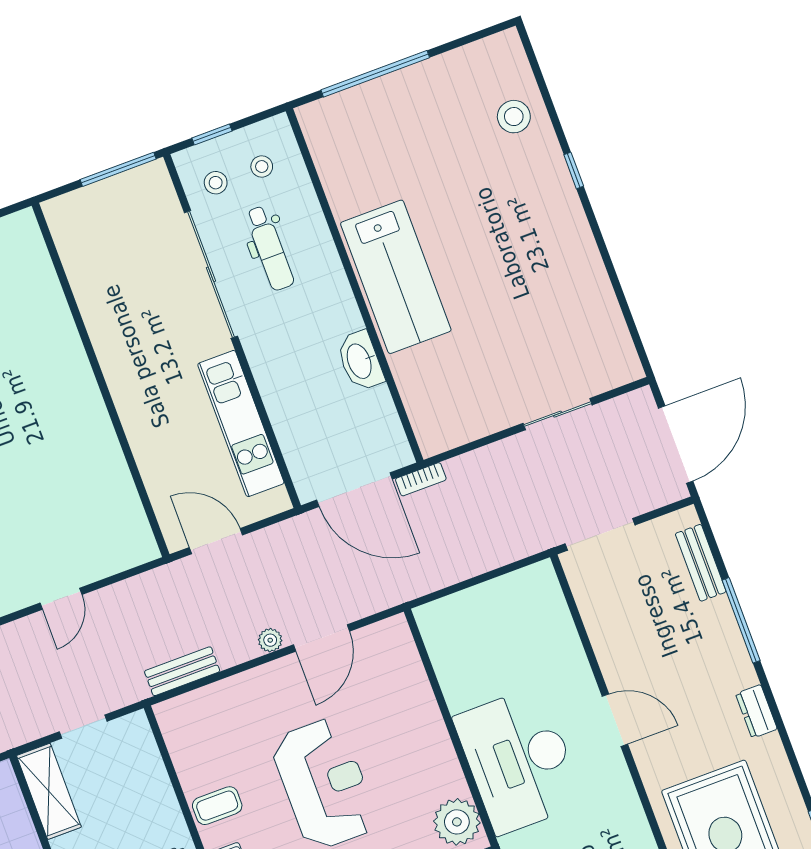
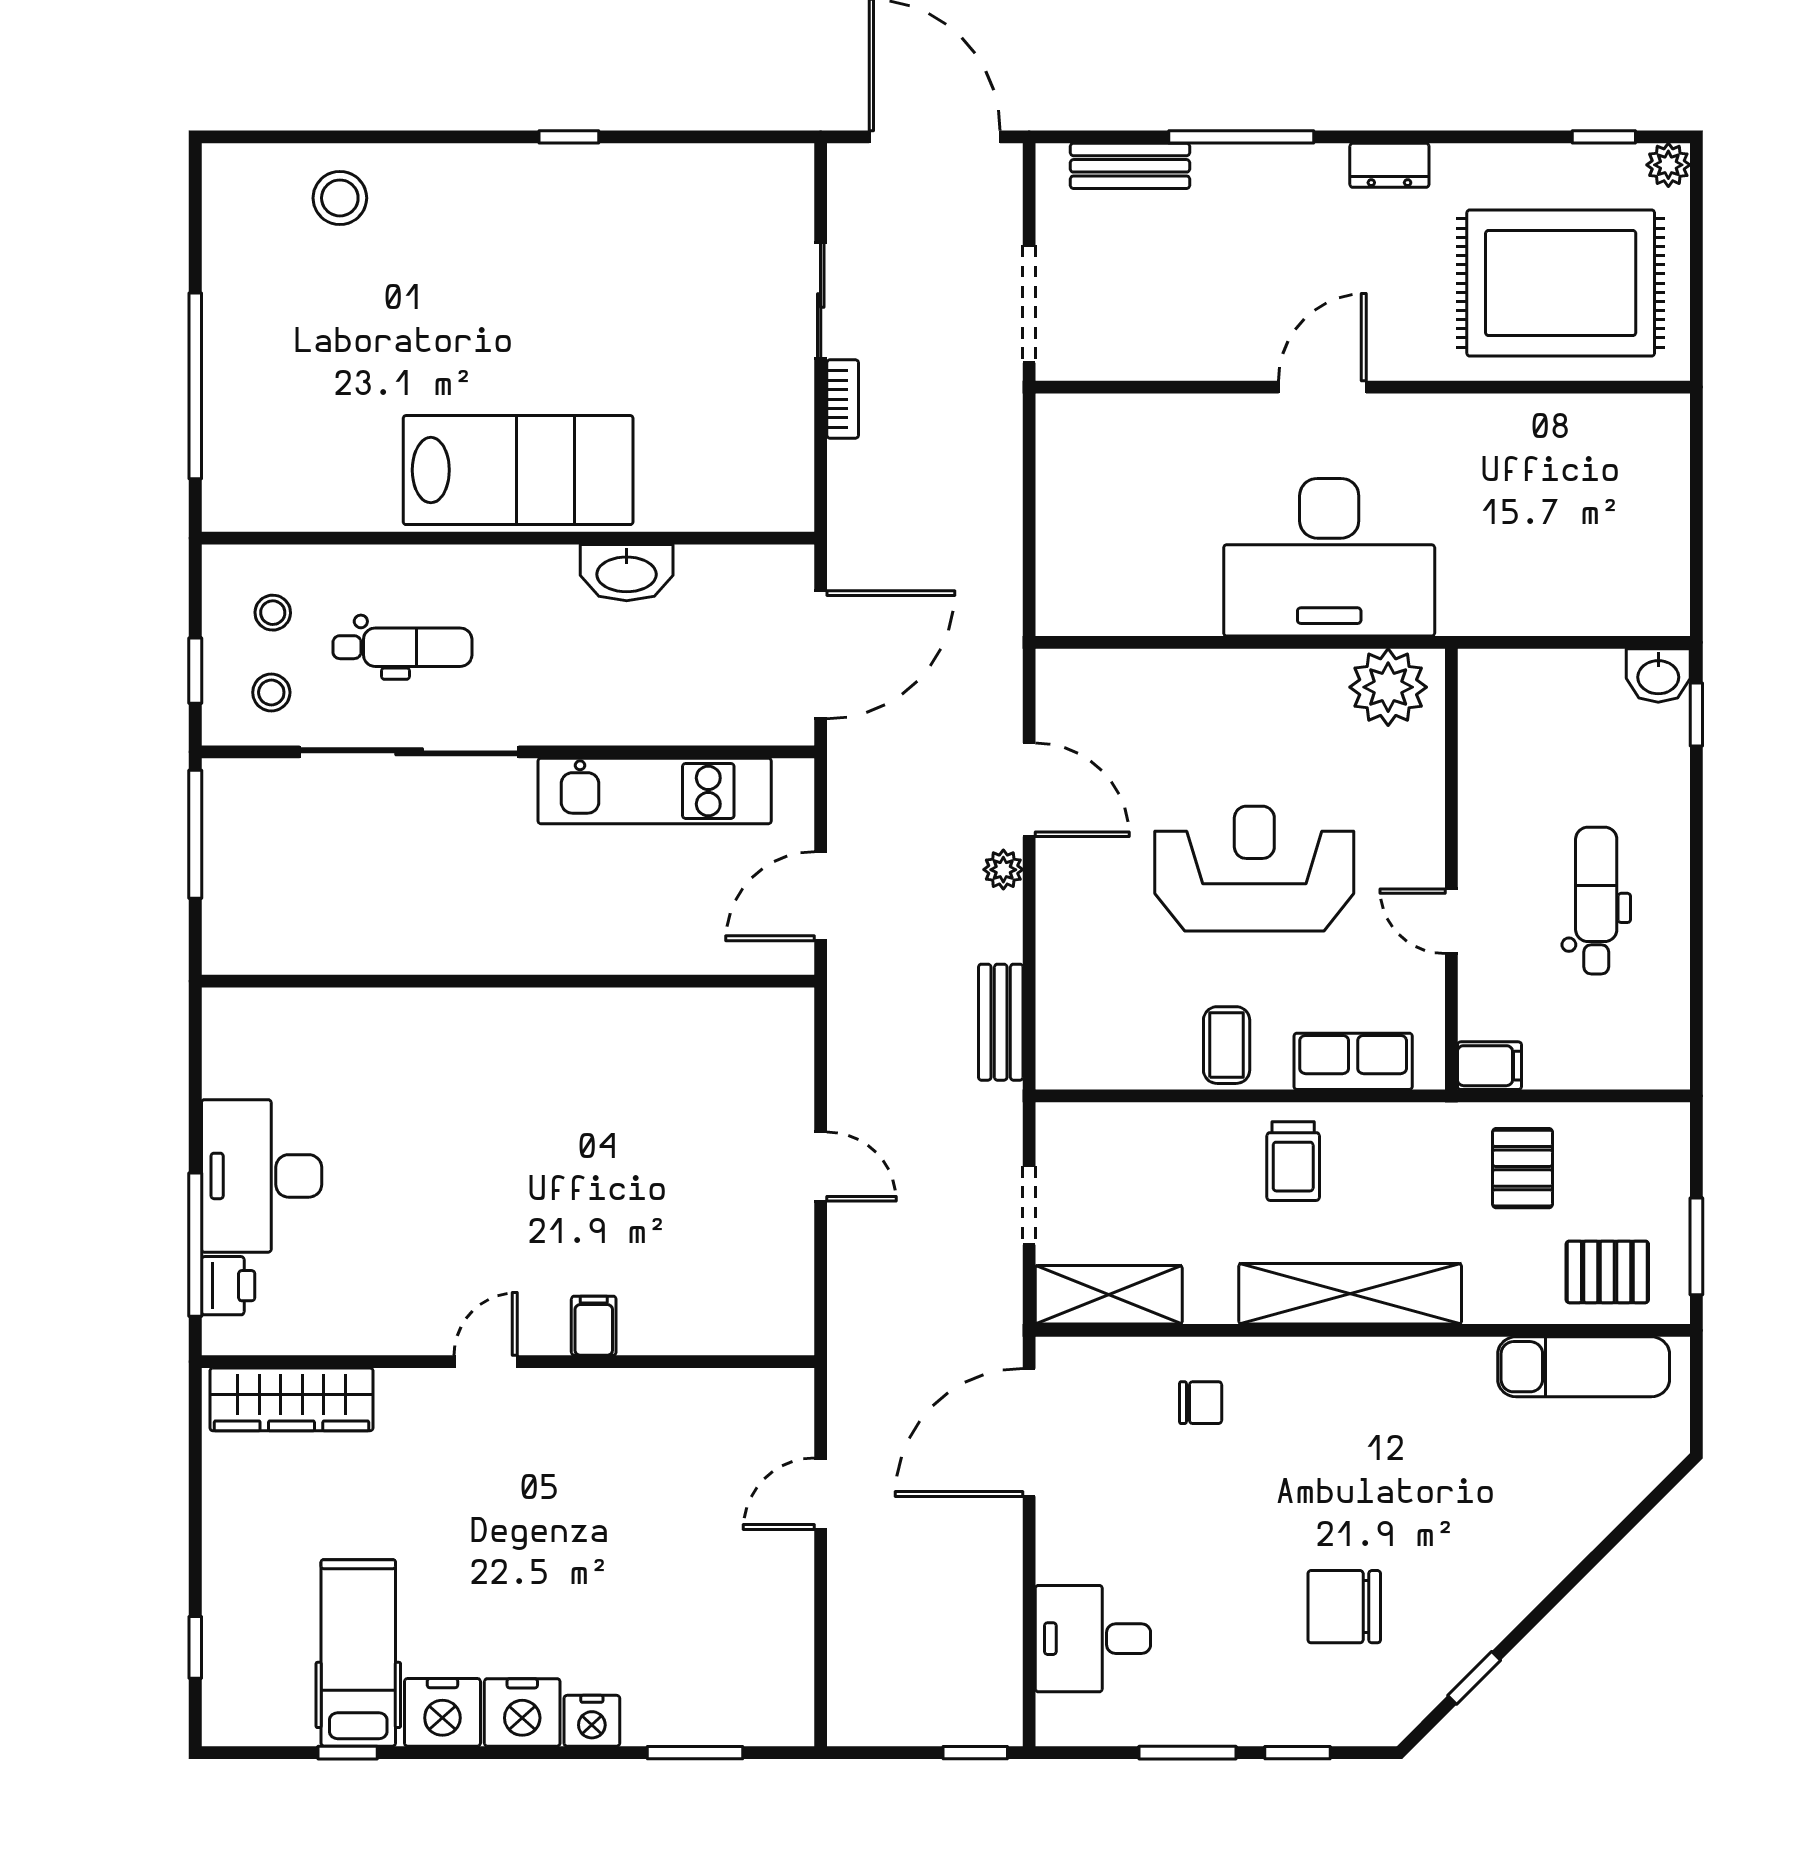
window: (574, 170) -> (569, 137), moved
bookcase: (421, 479) -> (843, 399), moved

